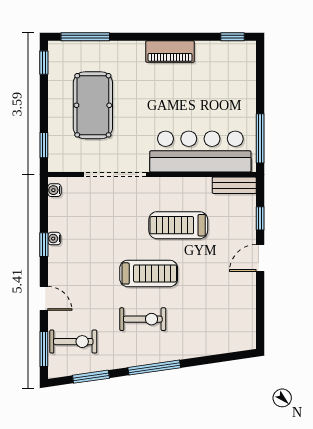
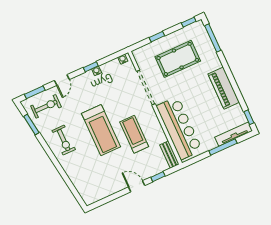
piano: (170, 52) -> (224, 88), width x1.37, depth x1.33
tv unit: (248, 72) -> (234, 134), added
window: (260, 138) -> (223, 147), moved
window: (44, 145) -> (157, 37), moved
treadmill: (149, 273) -> (101, 130), width x1.37, depth x1.38
exercise bike: (143, 319) -> (64, 140), moved
exercise bike: (73, 342) -> (46, 106), turned -90
window: (154, 368) -> (52, 156), removed

